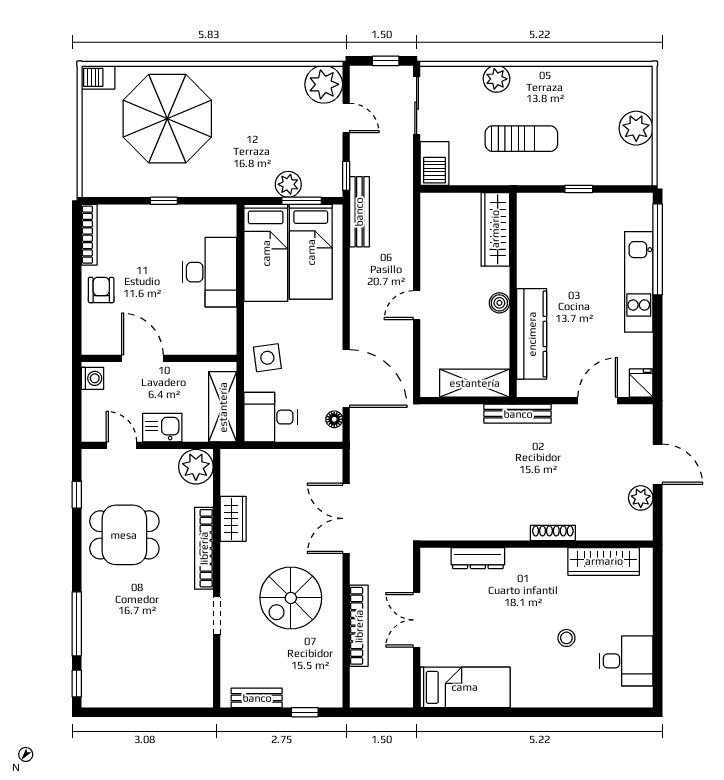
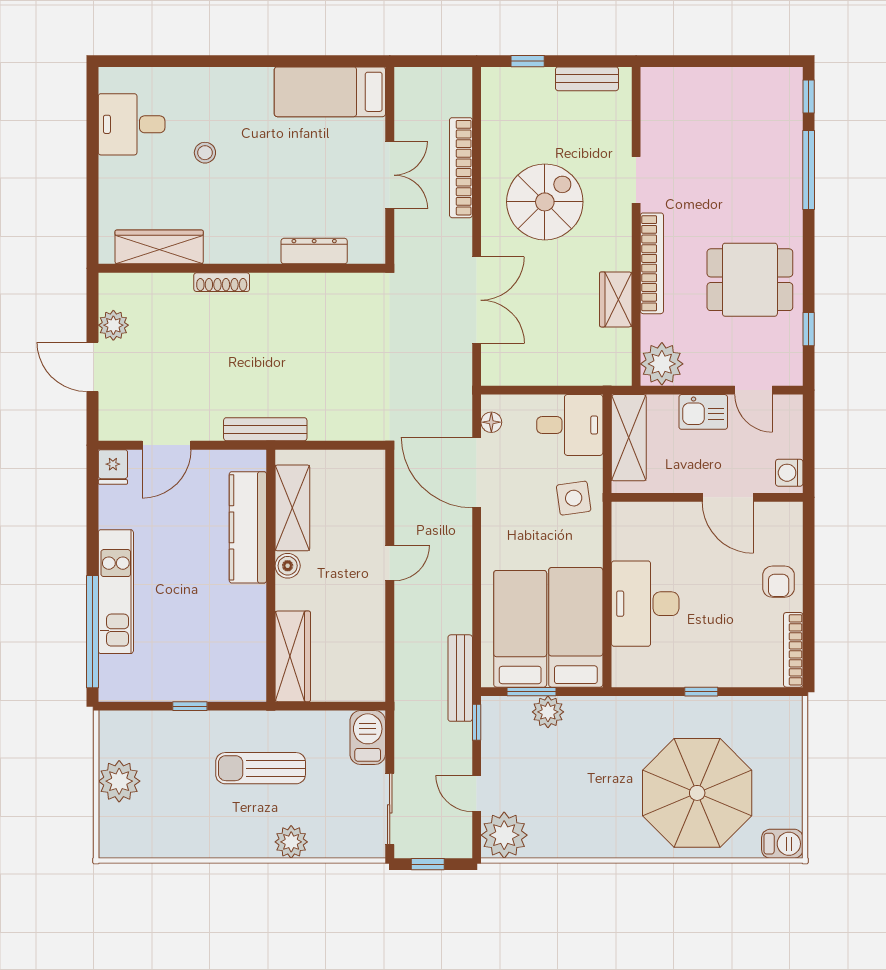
shelving: (475, 383) -> (292, 508), moved, turned 90

